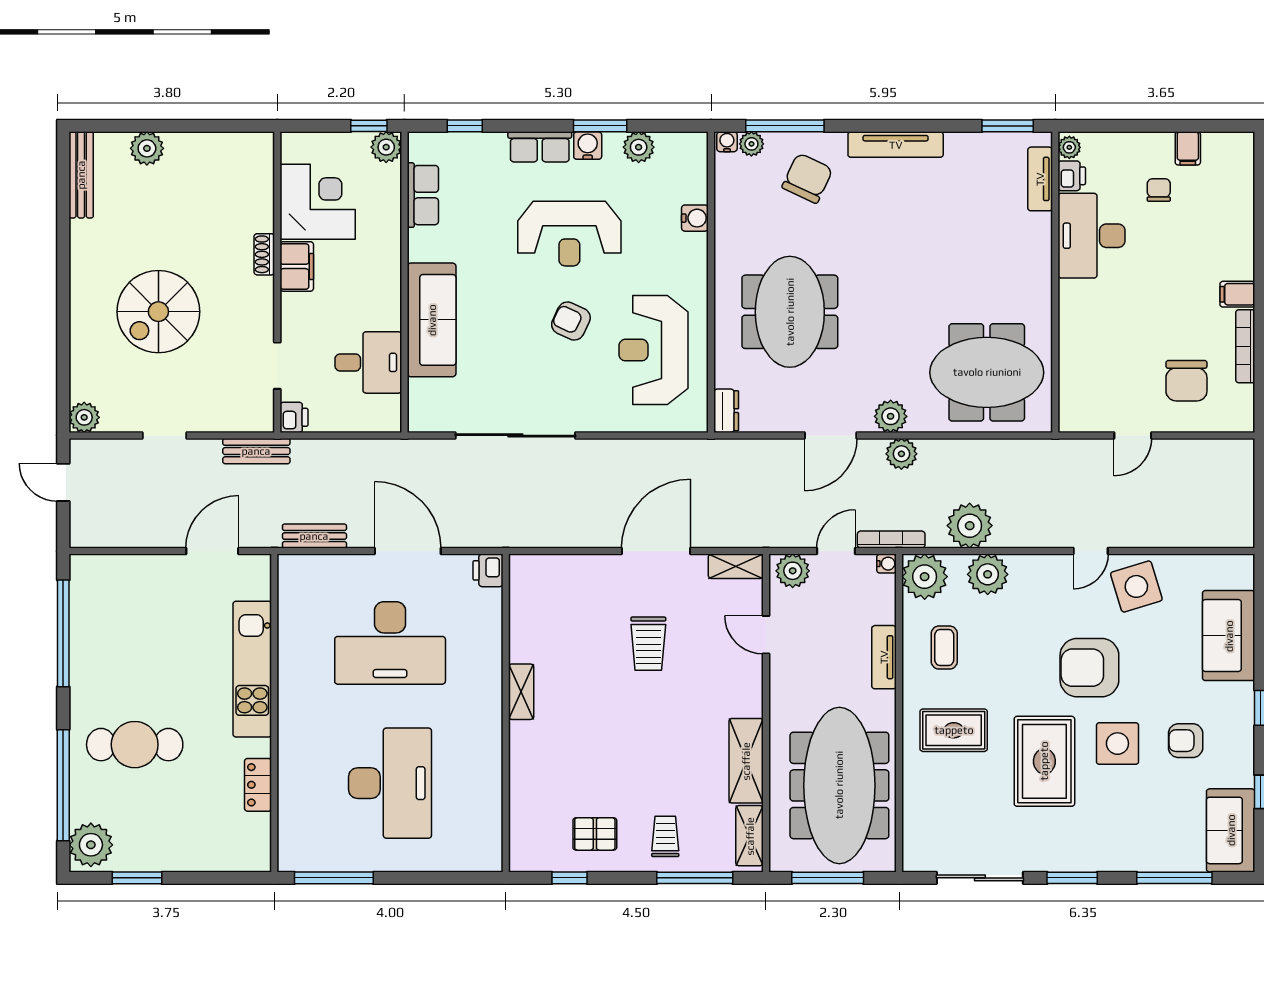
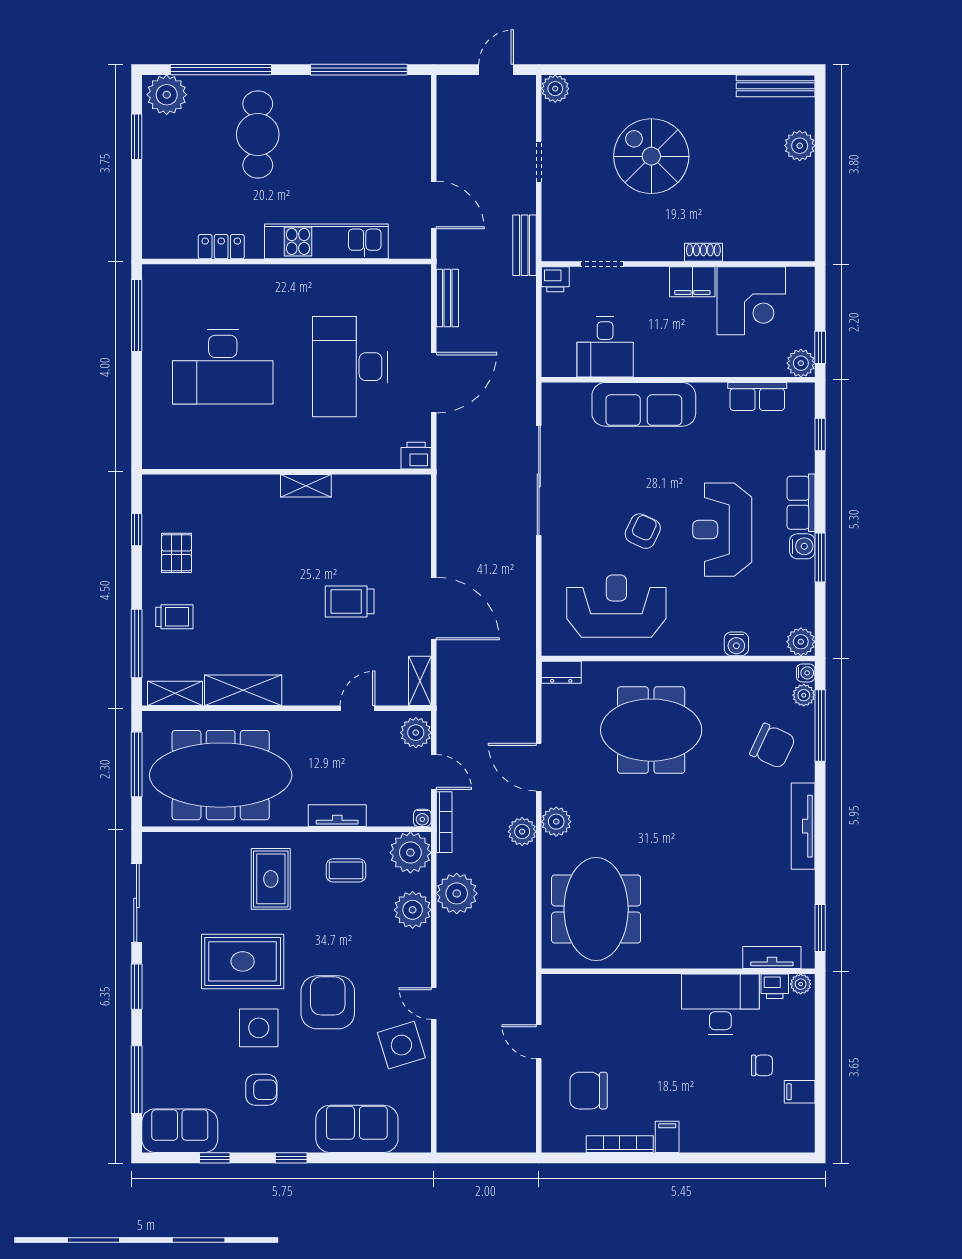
plant: (639, 147) -> (801, 642), moved
armchair: (1186, 741) -> (261, 1090), turned 90

